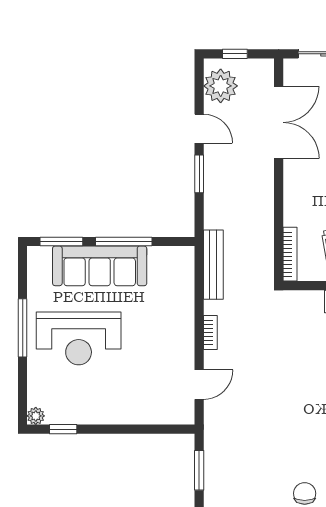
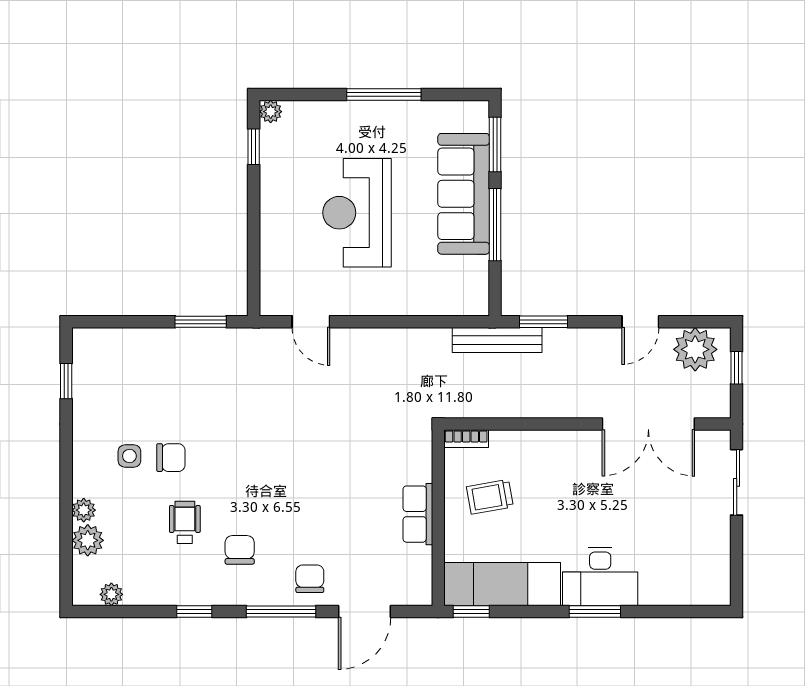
window: (199, 174) -> (544, 322), moved
bookcase: (290, 254) -> (466, 439), width x0.64
bench: (213, 265) -> (497, 340), moved
bookcase: (210, 333) -> (378, 336), removed
reception desk: (79, 338) -> (357, 213), moved

